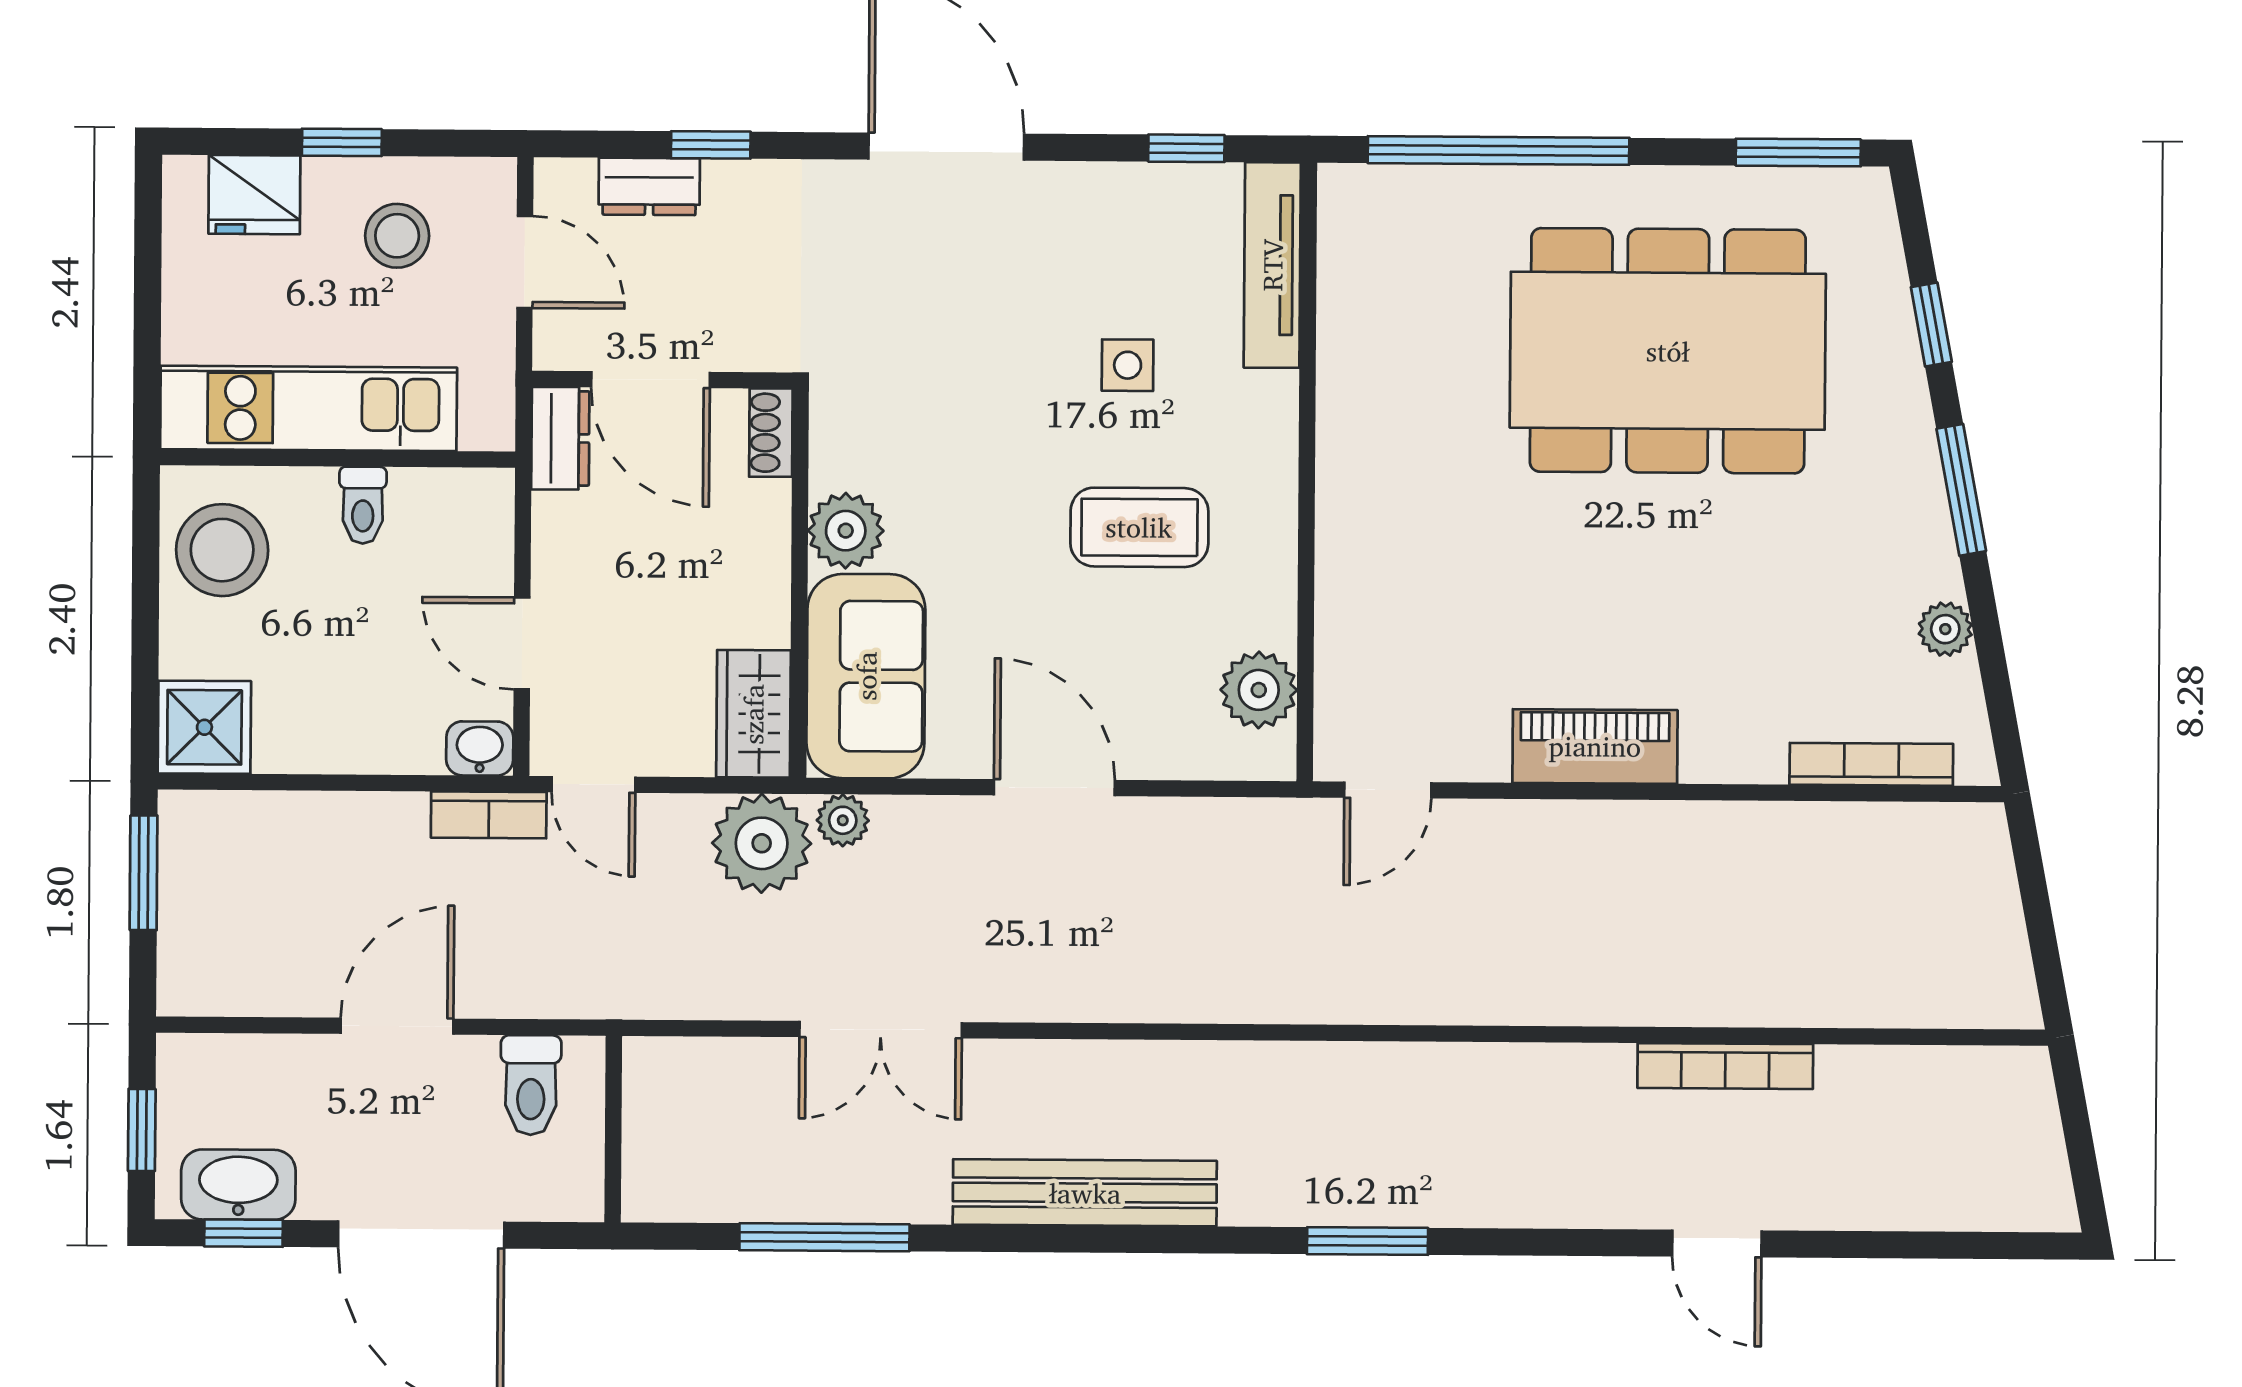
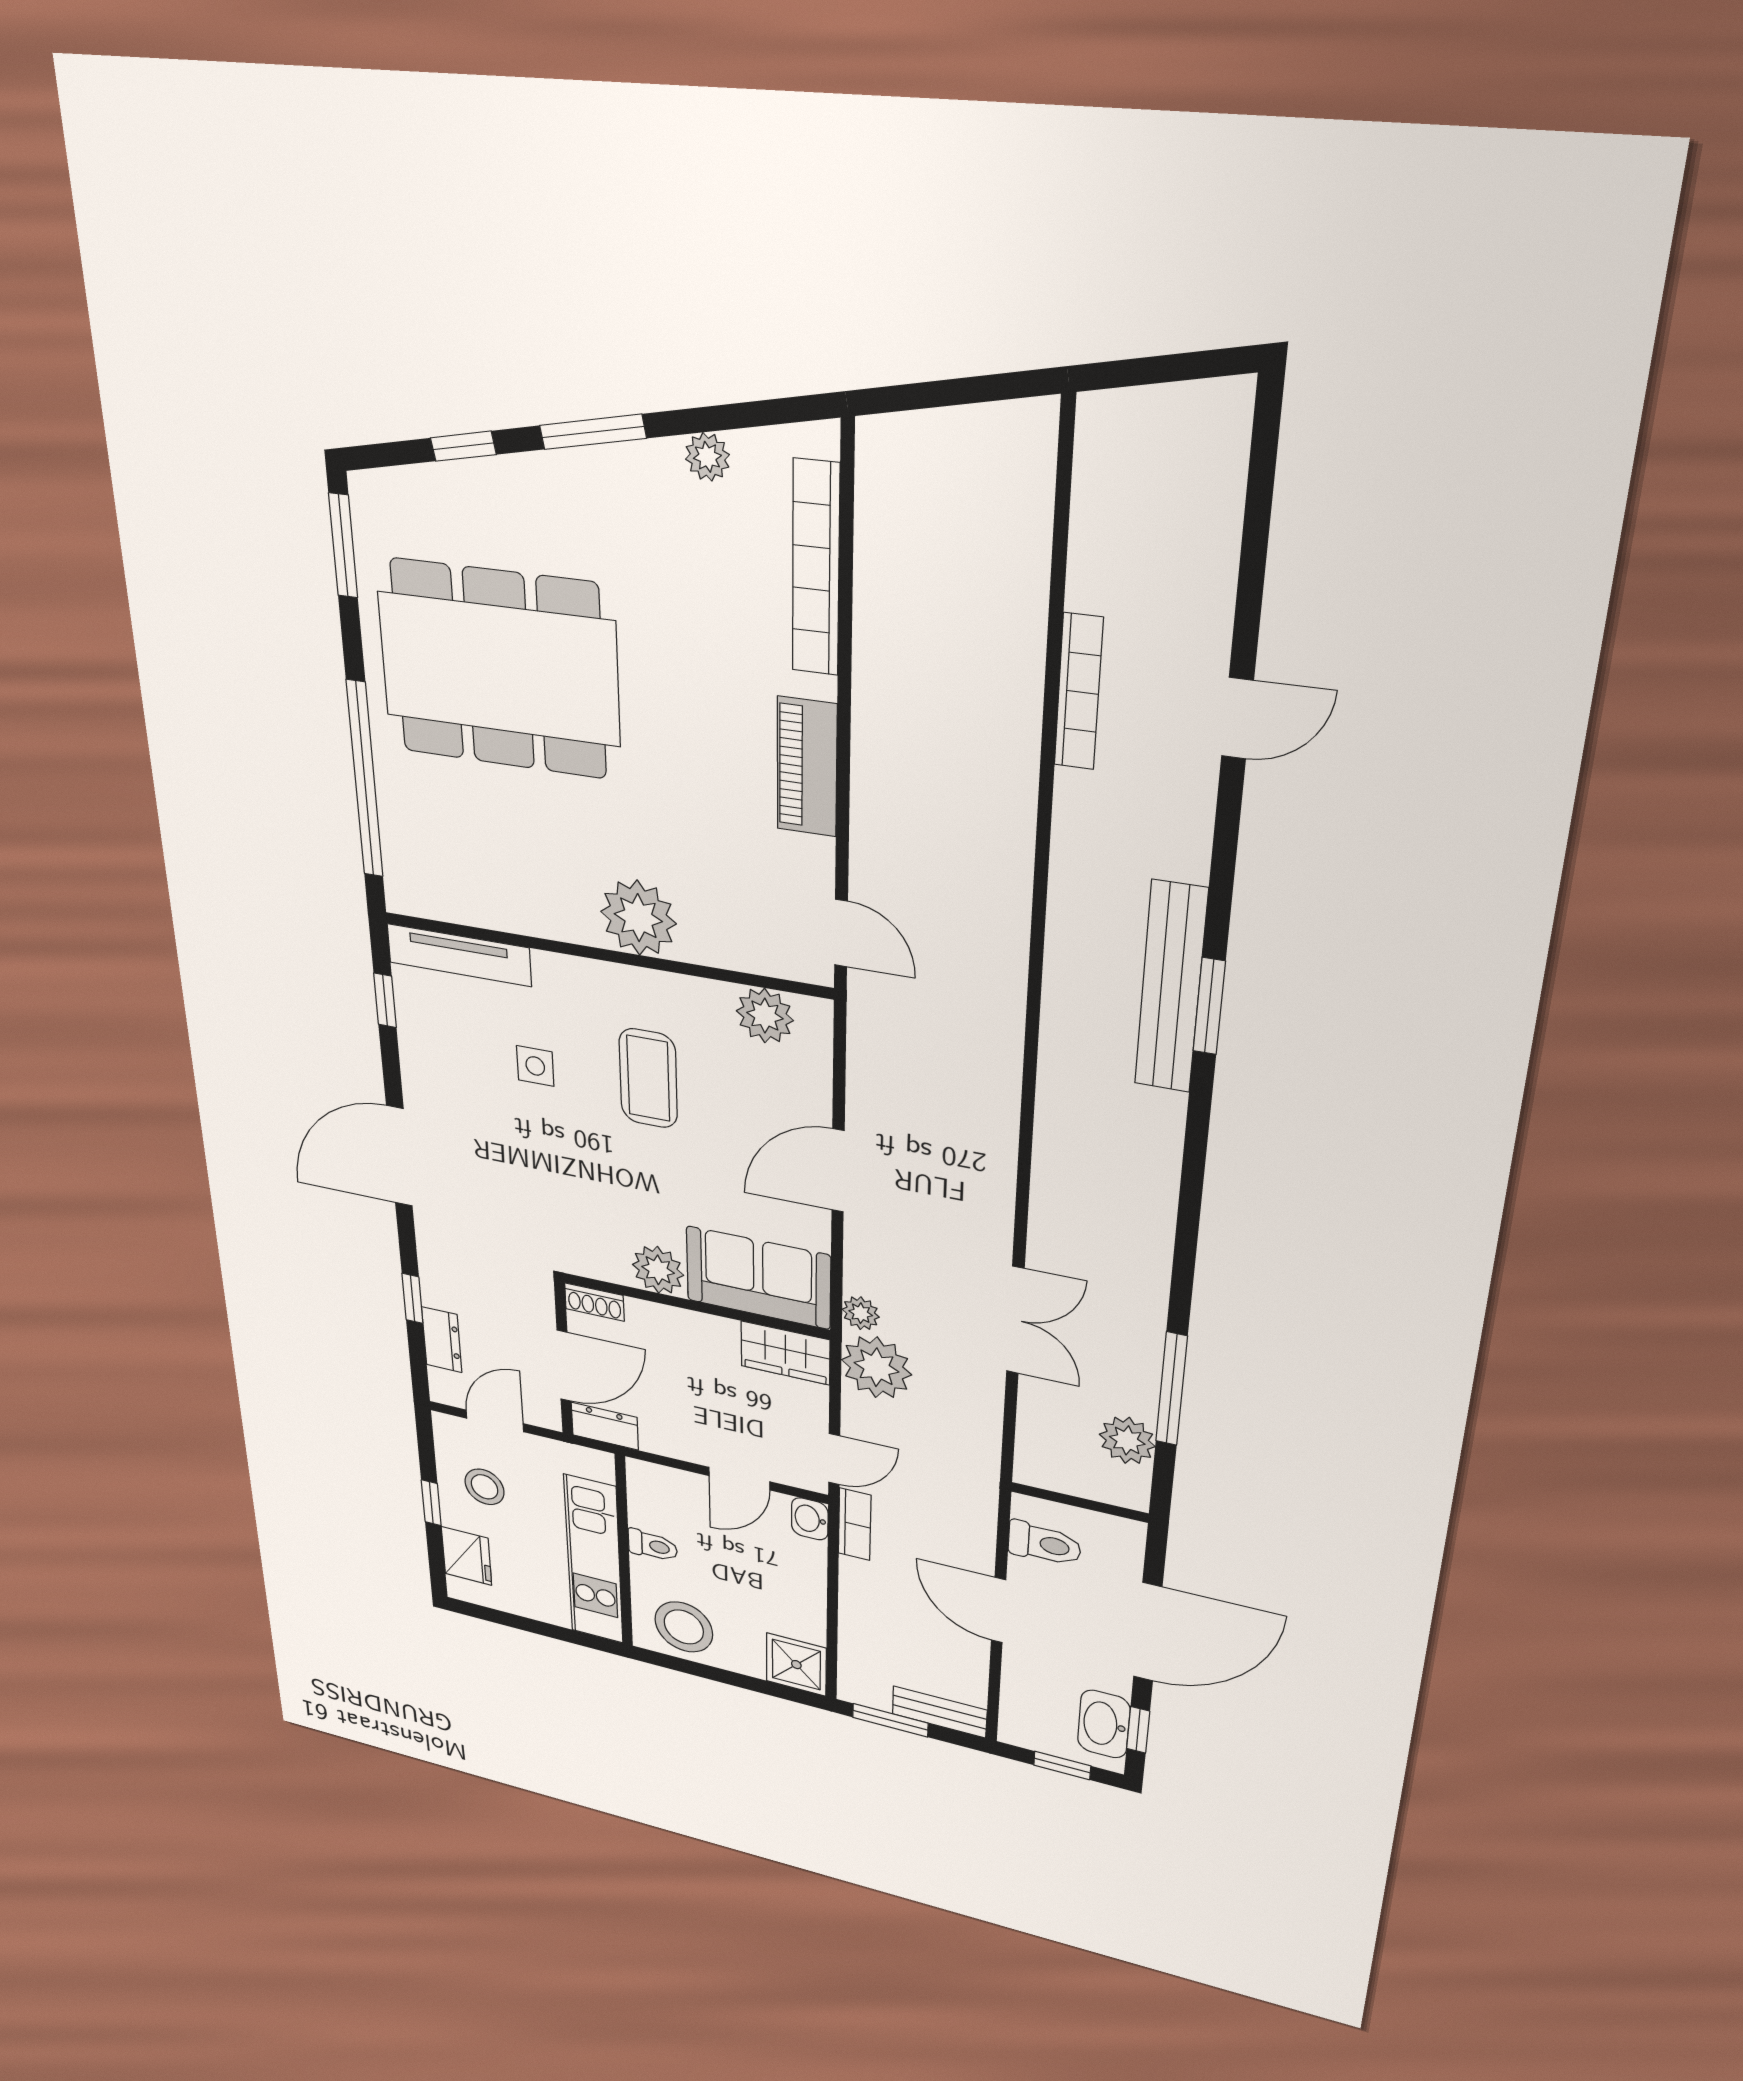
dining table: (1668, 351) -> (499, 669), turned 90
plant: (1366, 522) -> (638, 918), added
bookcase: (1871, 764) -> (816, 568), width x1.48, depth x1.31
bench: (183, 946) -> (939, 1712), added
plant: (730, 1186) -> (1127, 1440), added
bench: (1085, 1193) -> (1171, 988), moved

